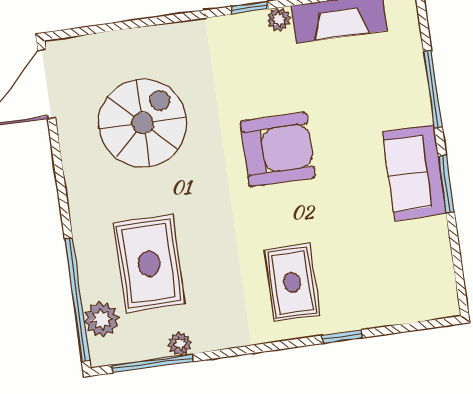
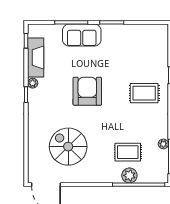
sofa: (415, 173) -> (82, 35), moved
rug: (149, 264) -> (128, 152), width x0.73, depth x0.70
plant: (101, 319) -> (129, 175), moved

